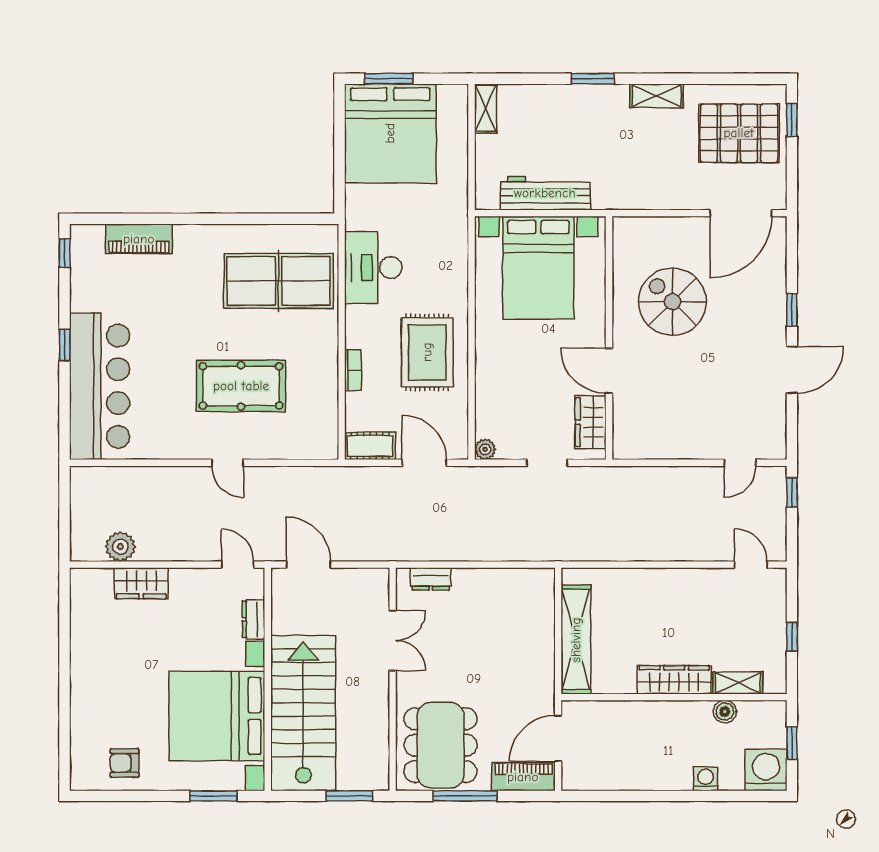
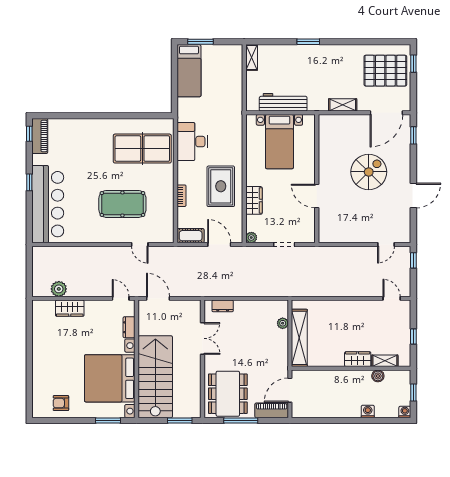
shelving: (657, 96) -> (343, 105), moved
bed: (390, 133) -> (189, 71), width x0.49
piano: (139, 239) -> (40, 136), moved, turned -90
bed with nightstands: (538, 268) -> (279, 142), width x0.73
spiral stairs: (673, 302) -> (369, 172), moved, turned 90
window: (792, 310) -> (413, 135), moved
wardrobe: (591, 422) -> (254, 200), moved, turned 180
door: (228, 463) -> (140, 245), moved
plant: (544, 612) -> (283, 323), added
wardrobe: (674, 680) -> (358, 359), width x0.67
washing machine: (766, 770) -> (405, 412), width x0.53, depth x0.53

